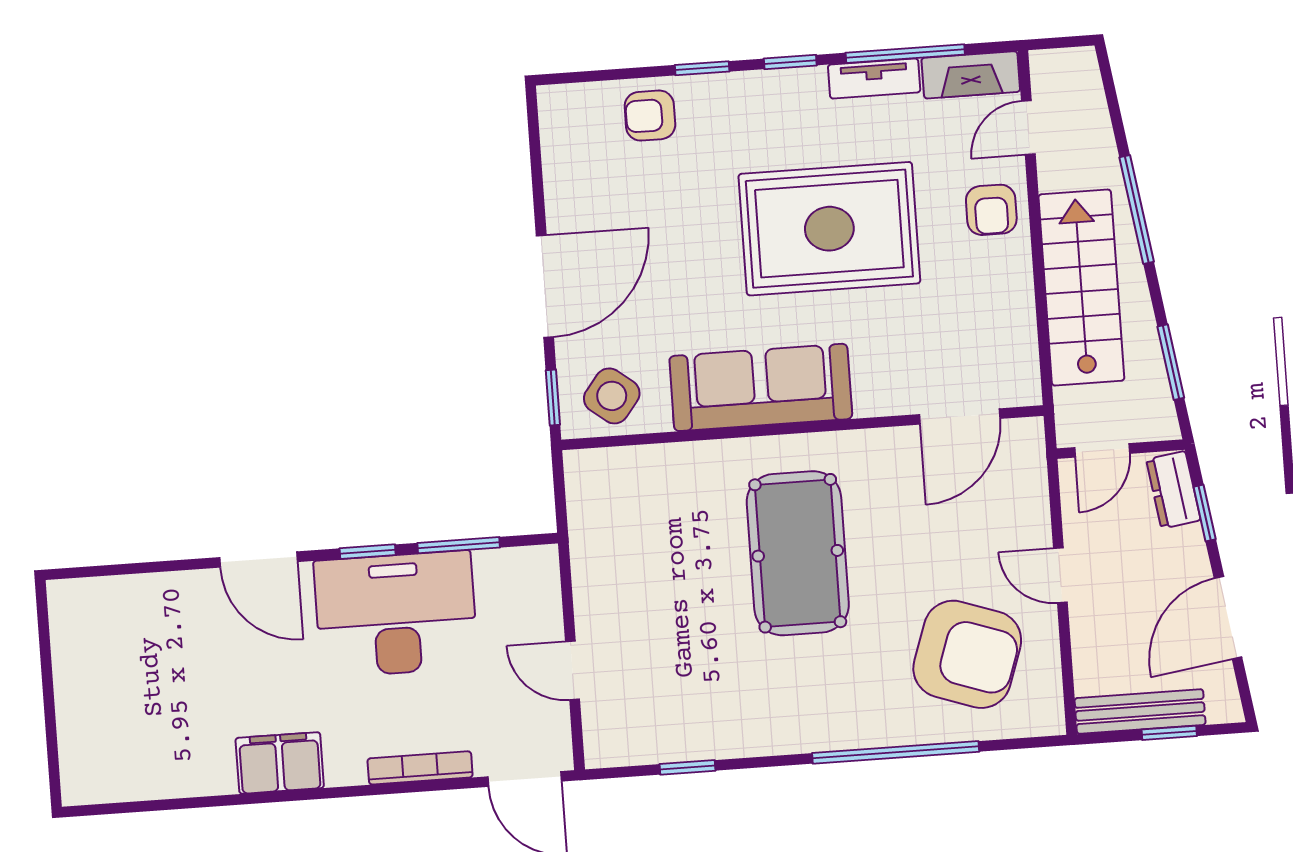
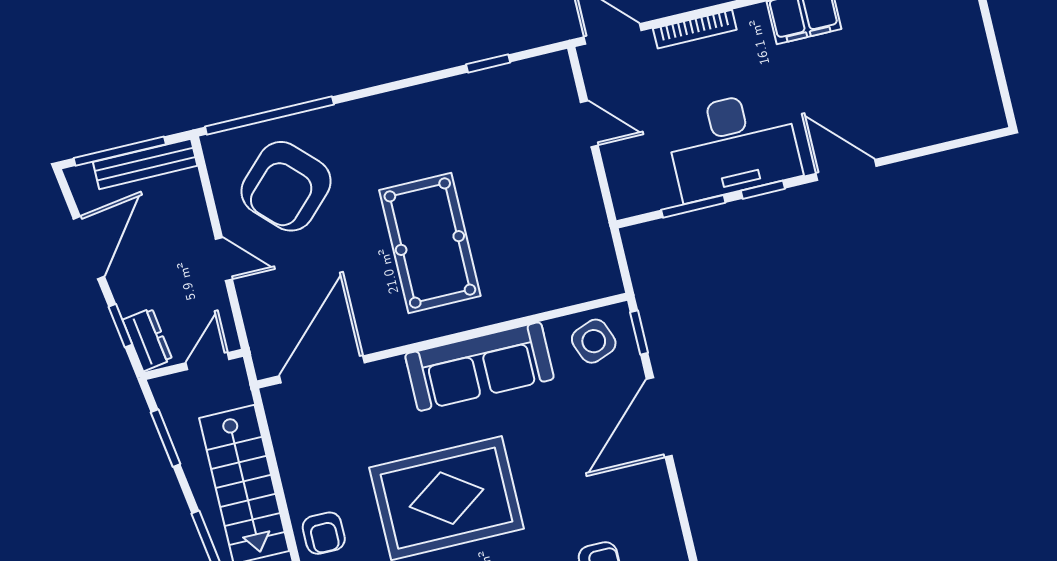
armchair: (991, 210) -> (324, 533), turned 180
side table: (612, 396) -> (594, 341), turned 31
door: (960, 416) -> (322, 369), width x1.36
armchair: (967, 654) -> (286, 186), turned -64
window: (1169, 733) -> (120, 151), width x2.17
window: (896, 752) -> (269, 116), moved

